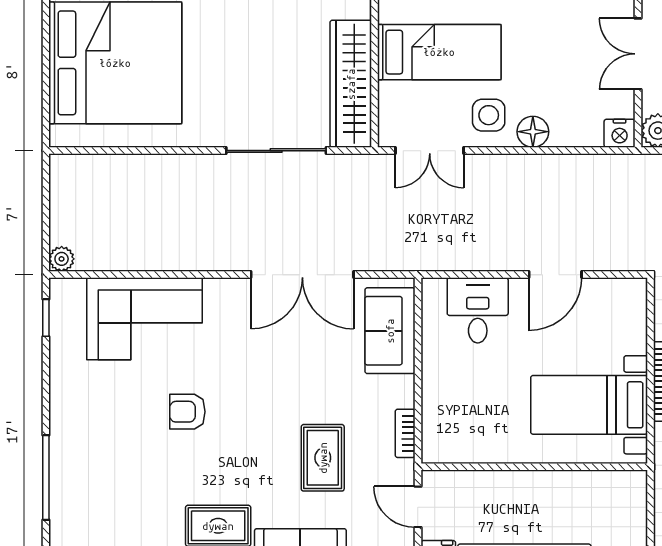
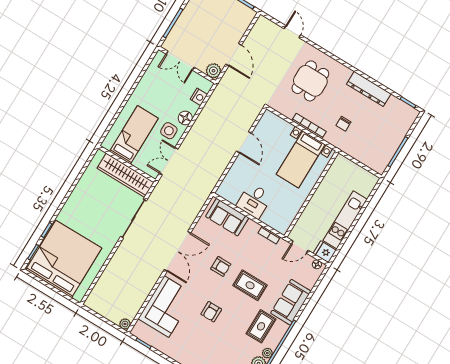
nightstand: (620, 133) -> (199, 97), moved
double door: (430, 151) -> (169, 161), swing flipped
double door: (302, 275) -> (177, 251), moved
desk: (478, 310) -> (254, 201), moved, turned -90
armchair: (287, 377) -> (221, 266), added
rug: (323, 458) -> (250, 285), moved

